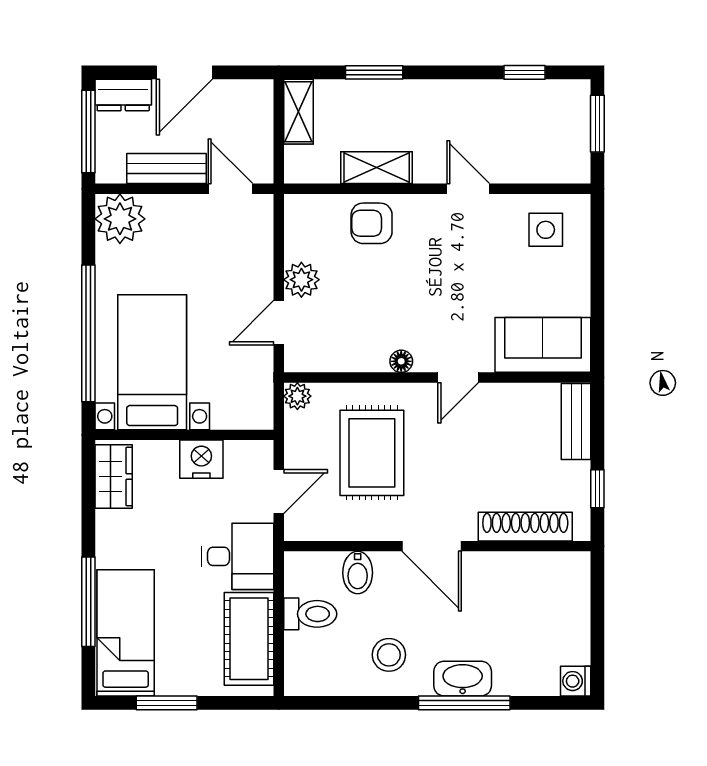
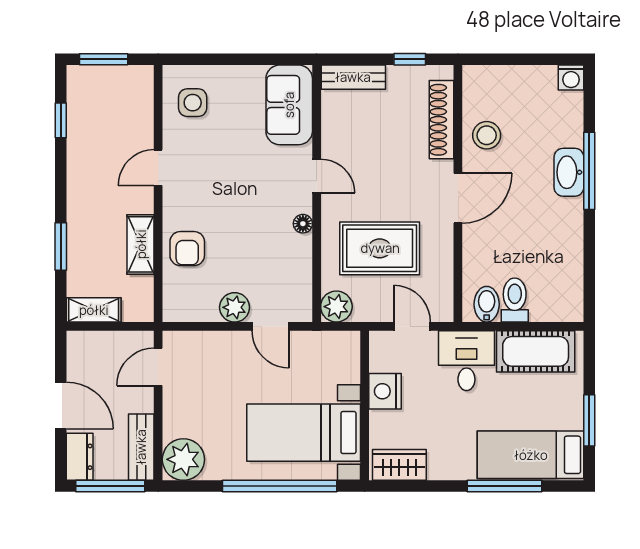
bench: (167, 169) -> (141, 447), moved
plant: (297, 396) -> (336, 307), width x1.38, depth x1.38
bidet: (358, 573) -> (487, 304), moved, turned -90
stool: (389, 655) -> (487, 135), moved

